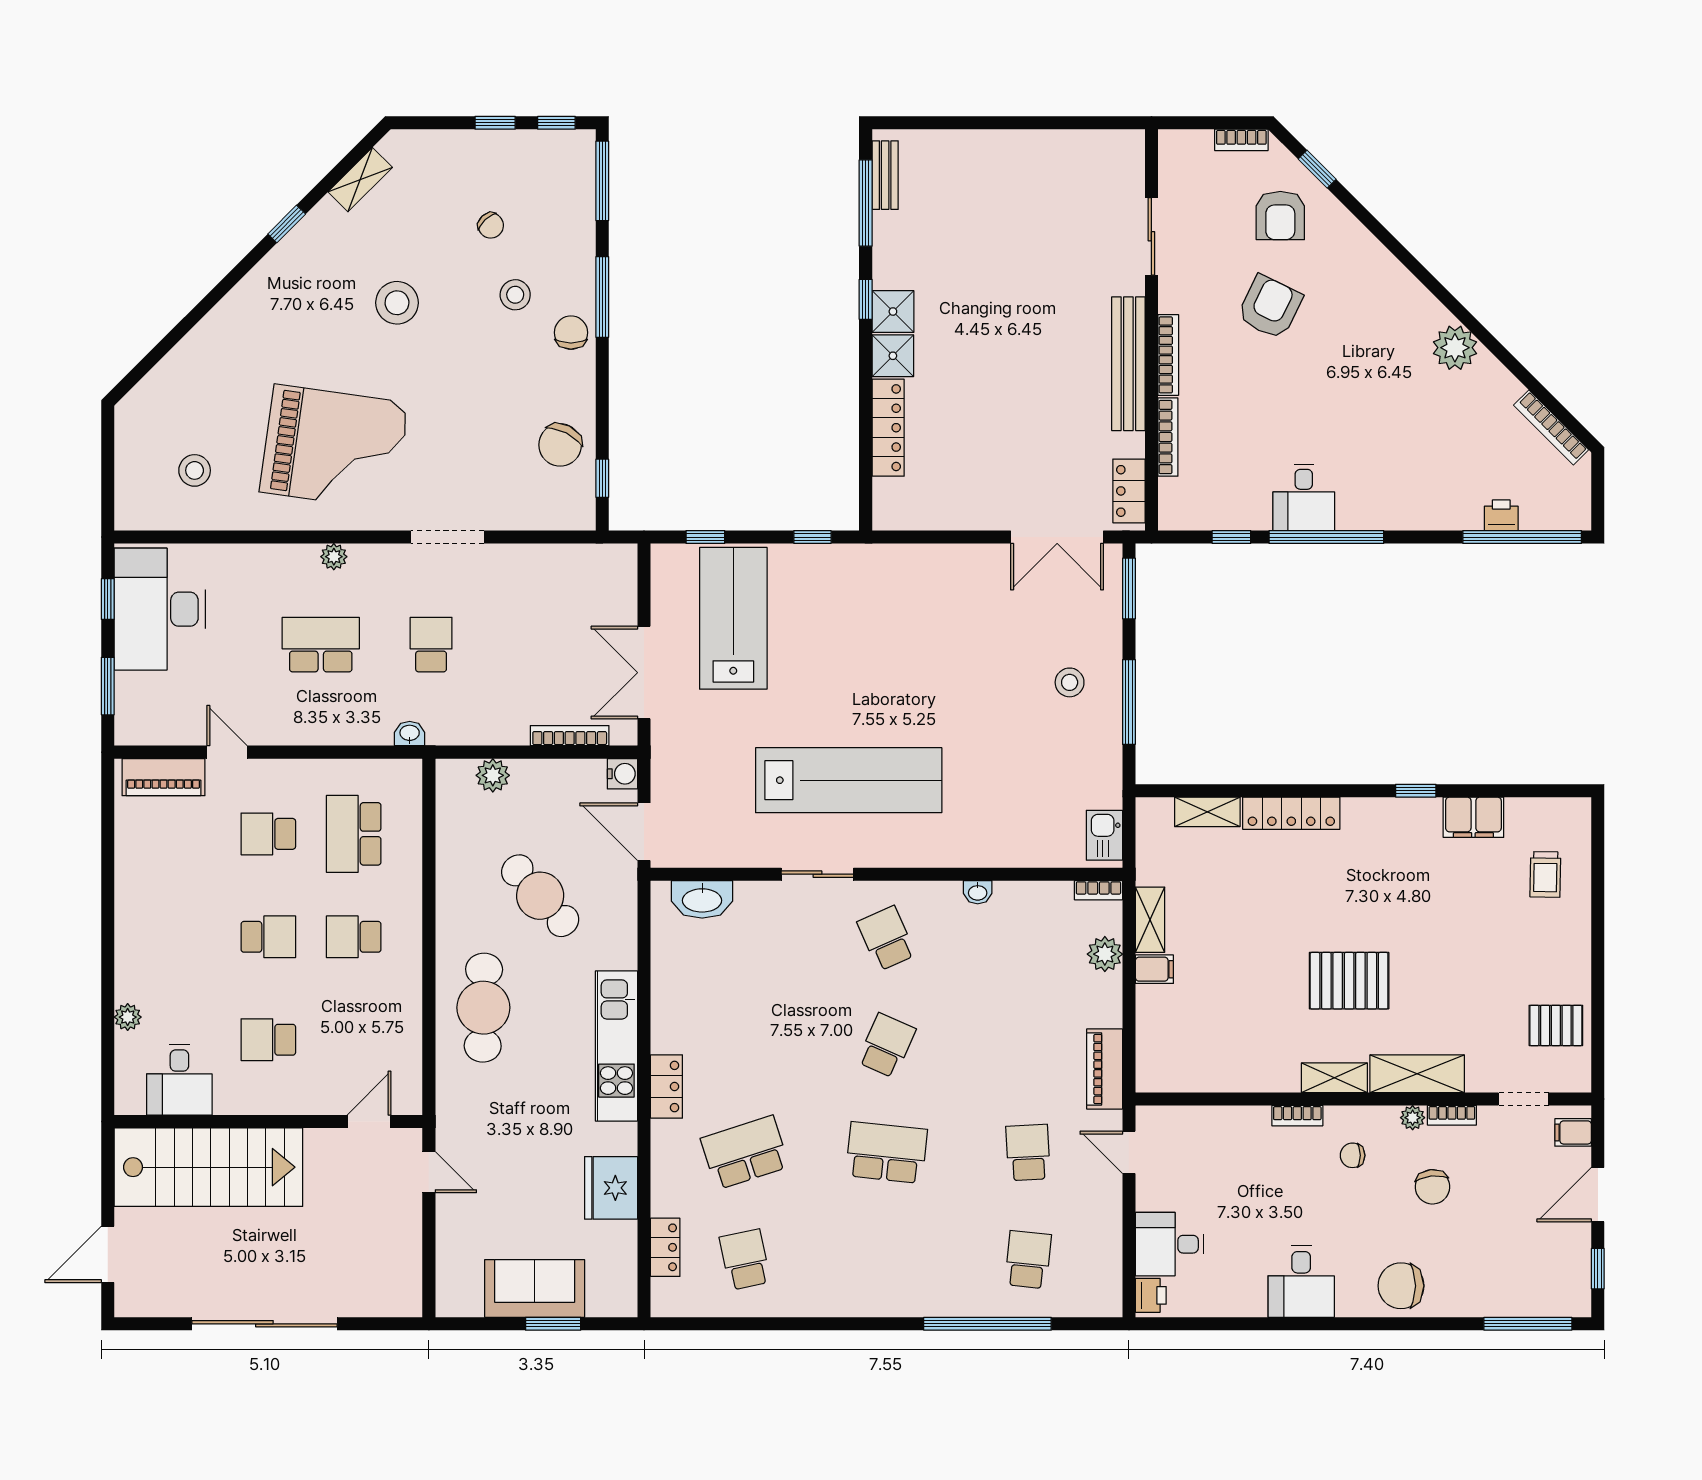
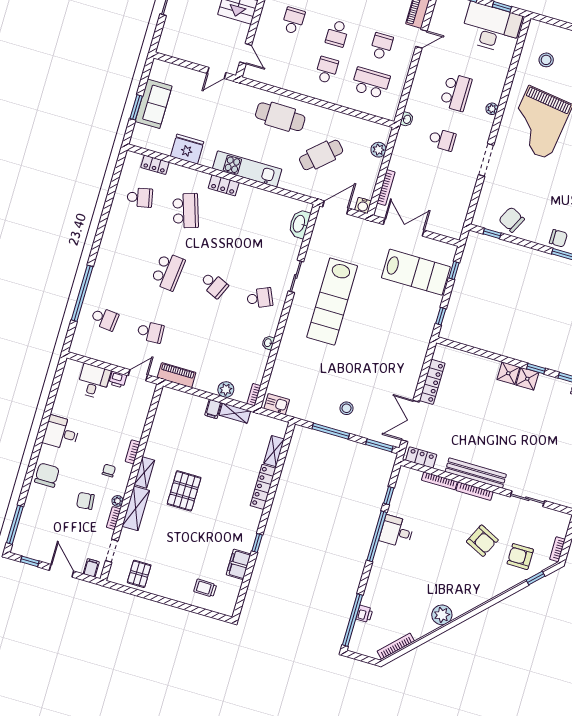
locker: (888, 428) -> (432, 382), moved, turned -90
printer: (1151, 1295) -> (118, 379), moved

